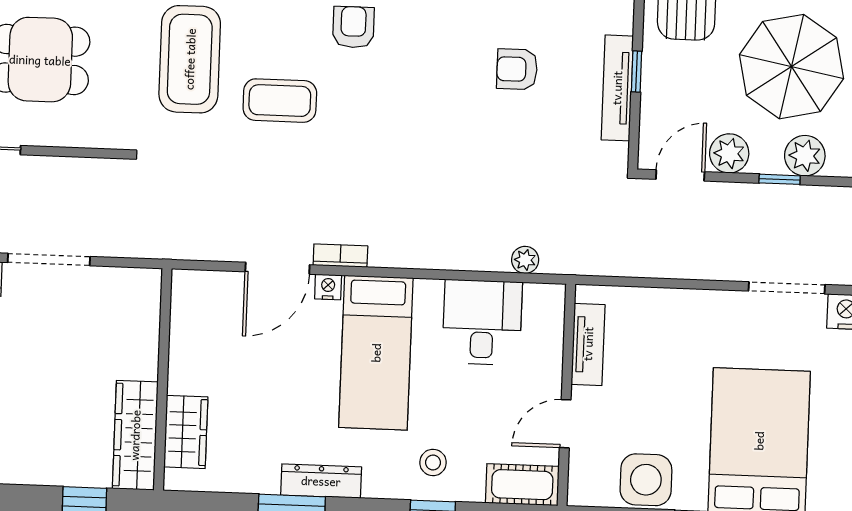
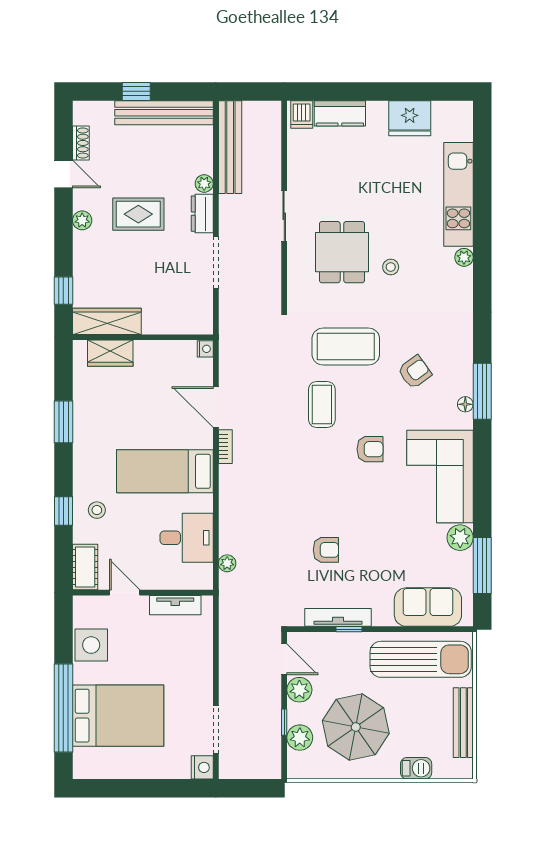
armchair: (517, 69) -> (326, 550), moved, turned 90
nightstand: (328, 287) -> (205, 349), moved
dresser: (321, 481) -> (82, 440), removed

